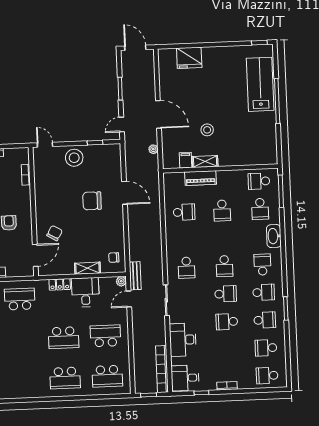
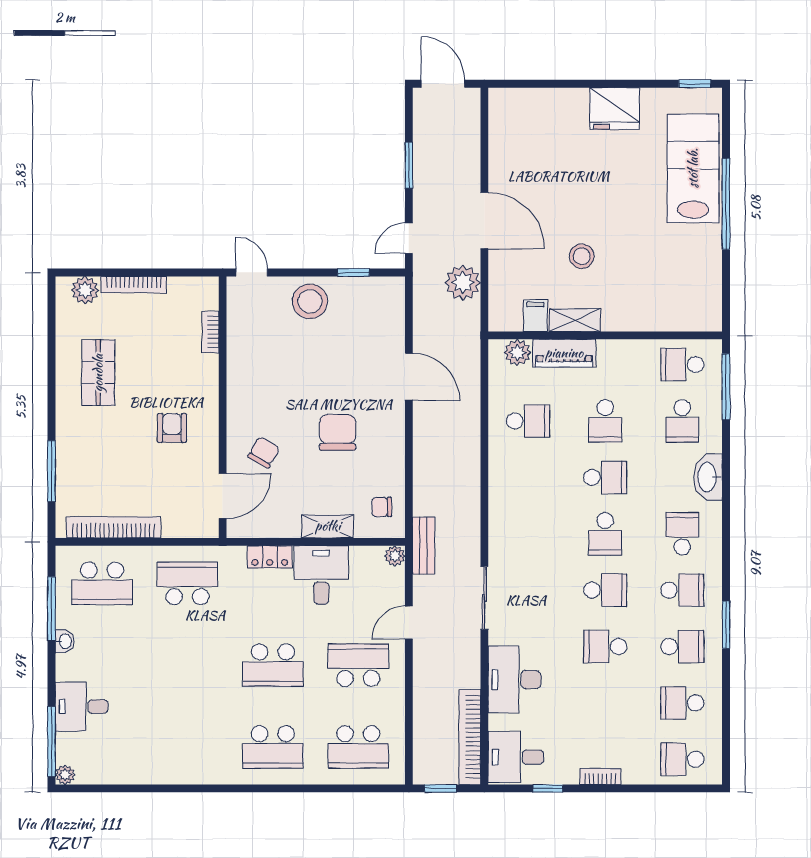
fridge: (189, 58) -> (615, 108), moved
plant: (153, 149) -> (463, 282), width x1.88, depth x1.88
plant: (177, 179) -> (517, 352), added
chair: (92, 201) -> (338, 432), moved, turned 90
school desk: (186, 268) -> (605, 477), moved, turned -90
door: (129, 299) -> (409, 623), moved

